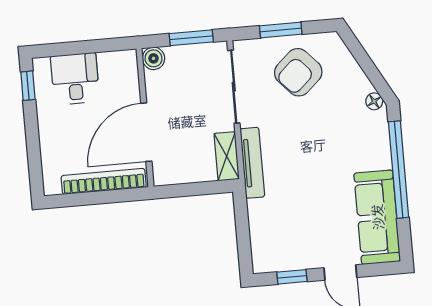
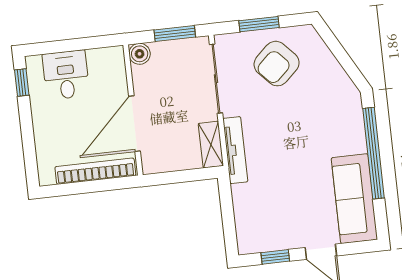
floor lamp: (374, 101) -> (349, 89), removed

